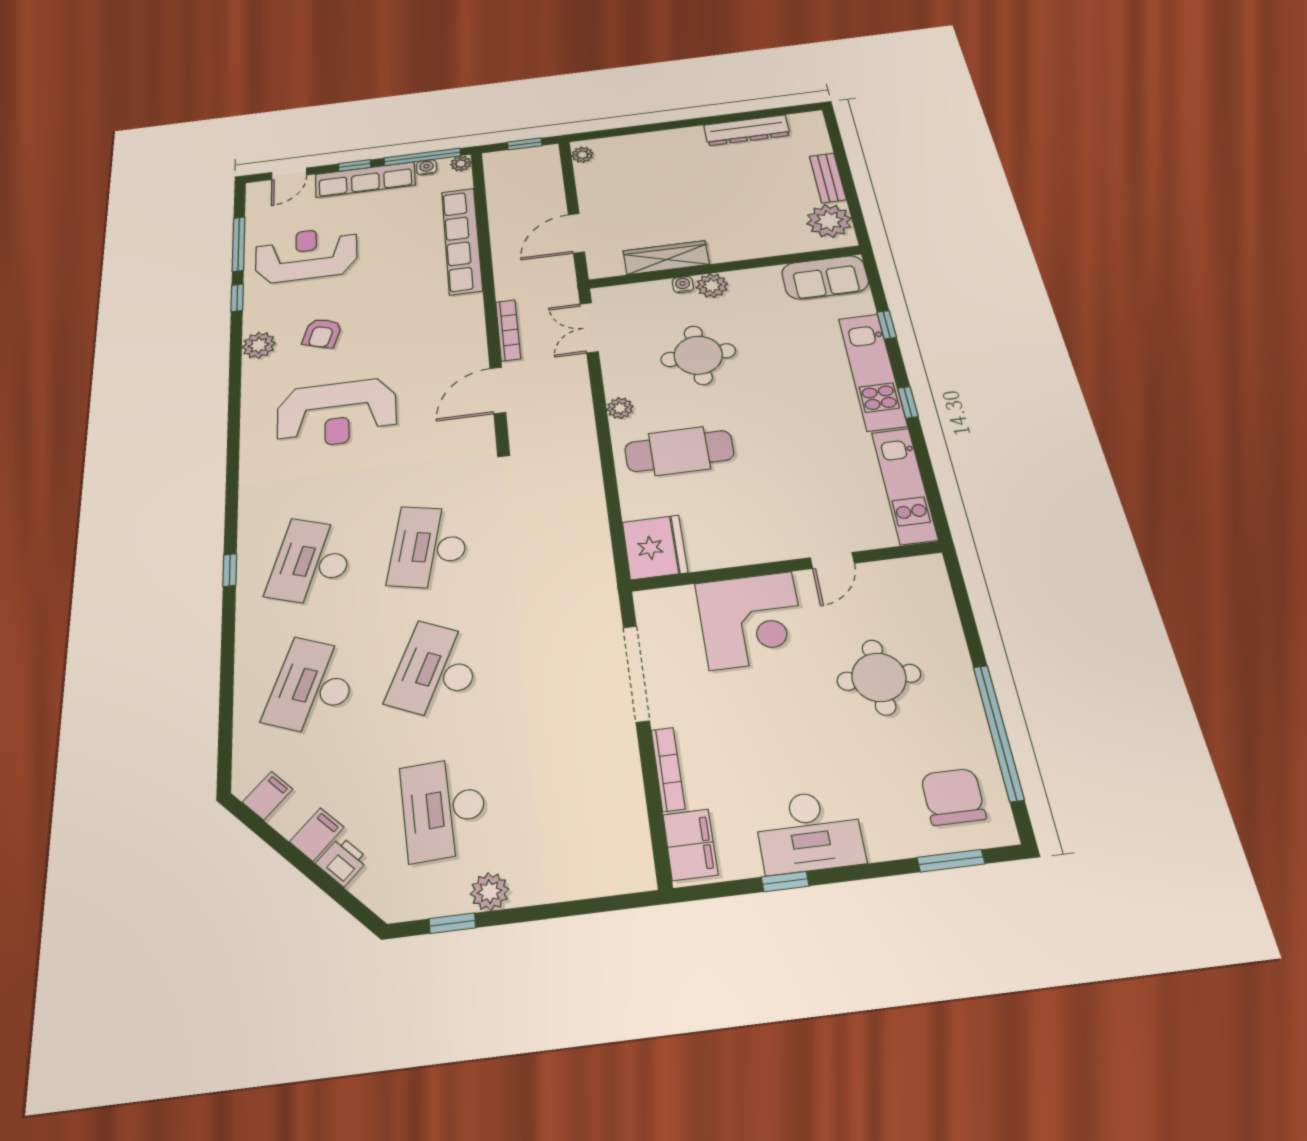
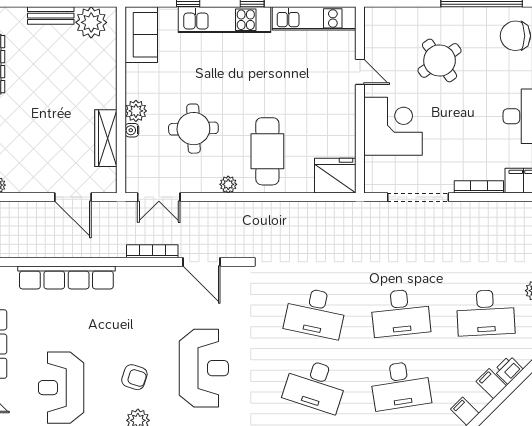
desk: (436, 671) -> (400, 313), turned -30
round table: (879, 677) -> (440, 60), turned -35
desk: (313, 687) -> (400, 385), turned -30

